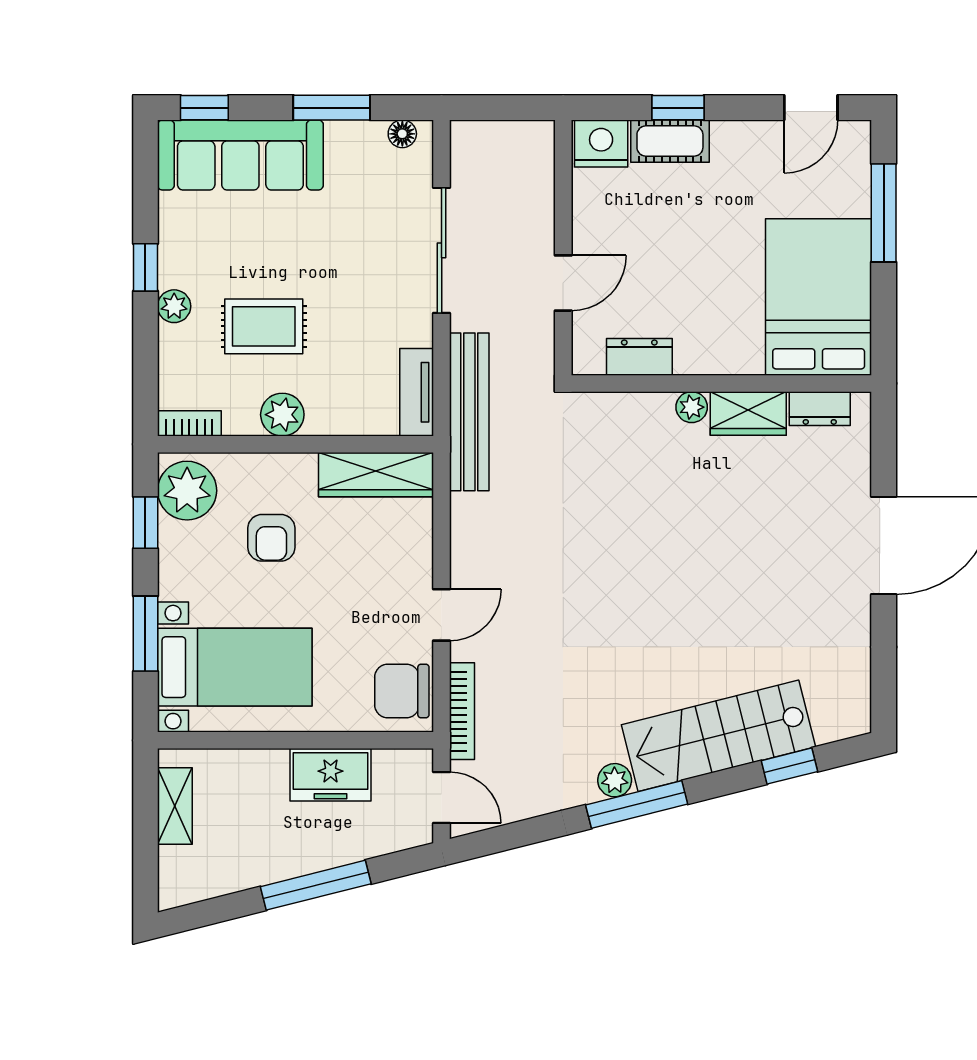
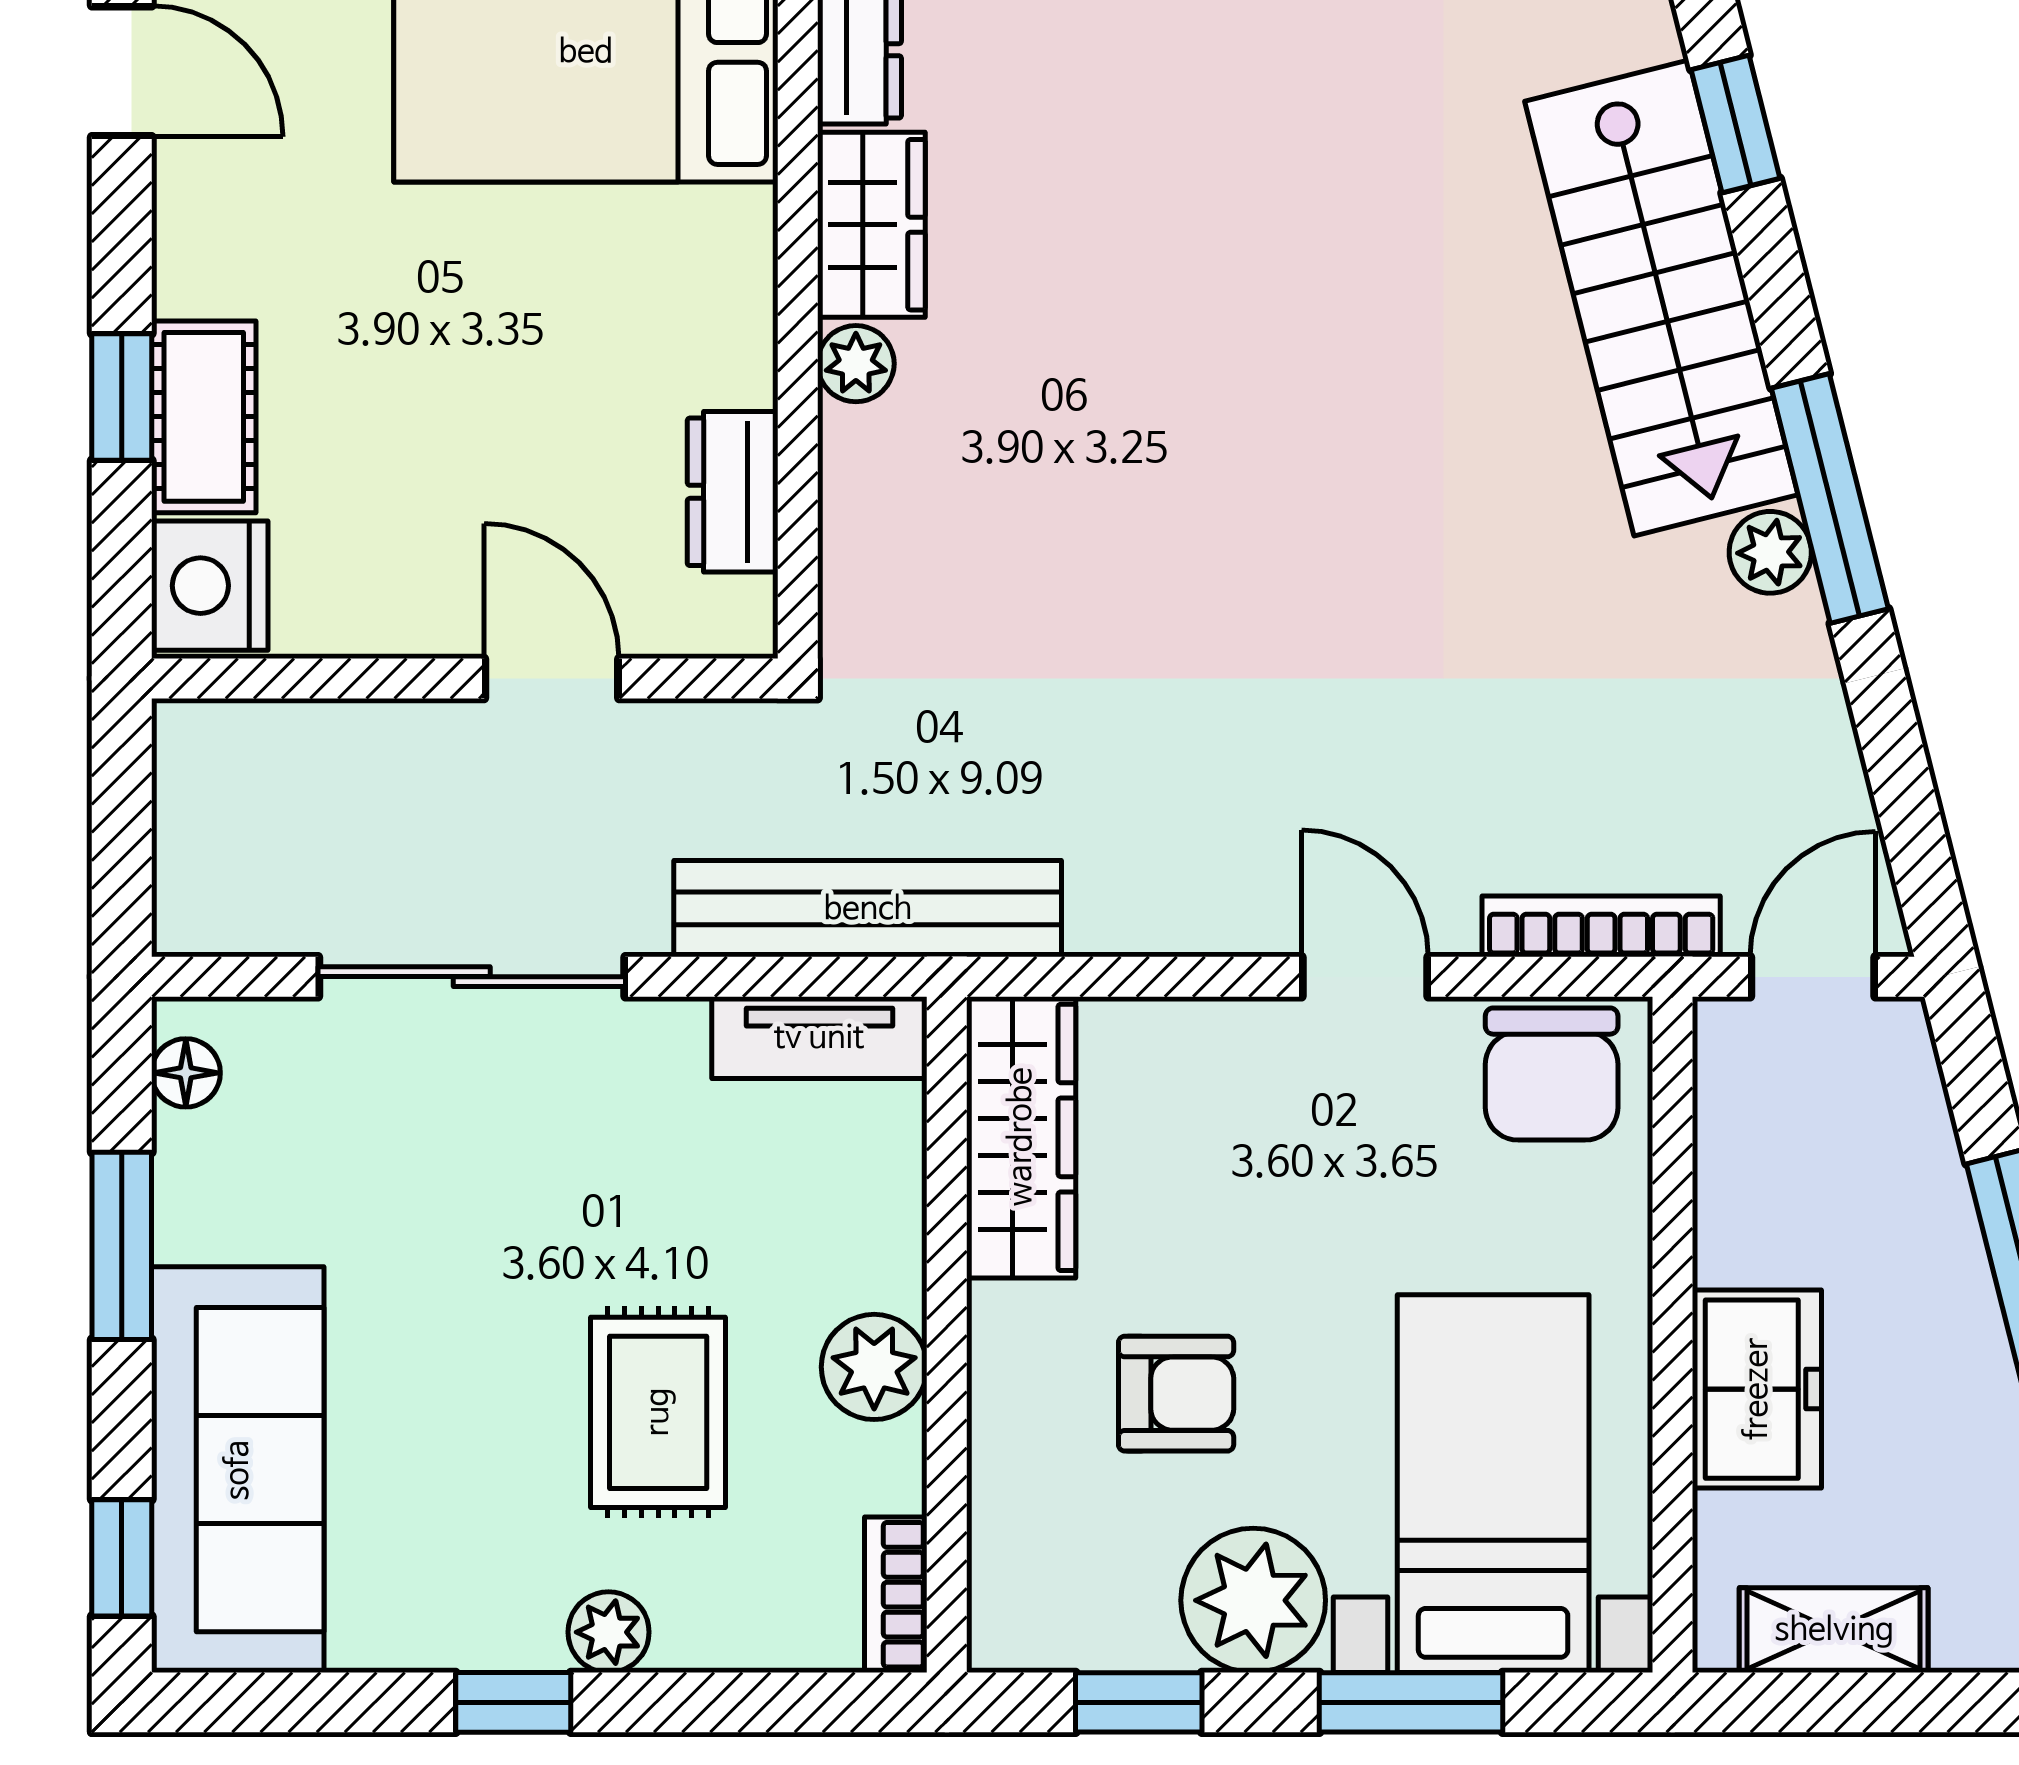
plant: (187, 491) -> (1253, 1600), moved
freezer: (331, 775) -> (1757, 1389), moved

